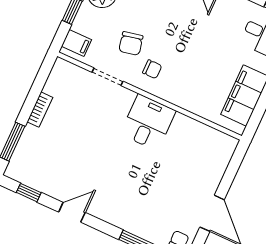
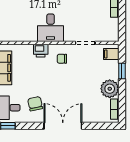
chair: (131, 44) -> (35, 104), moved
printer: (178, 95) -> (41, 51), added

